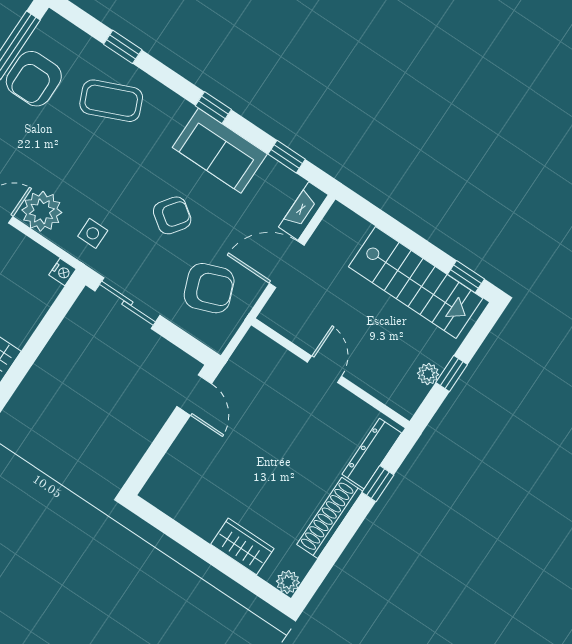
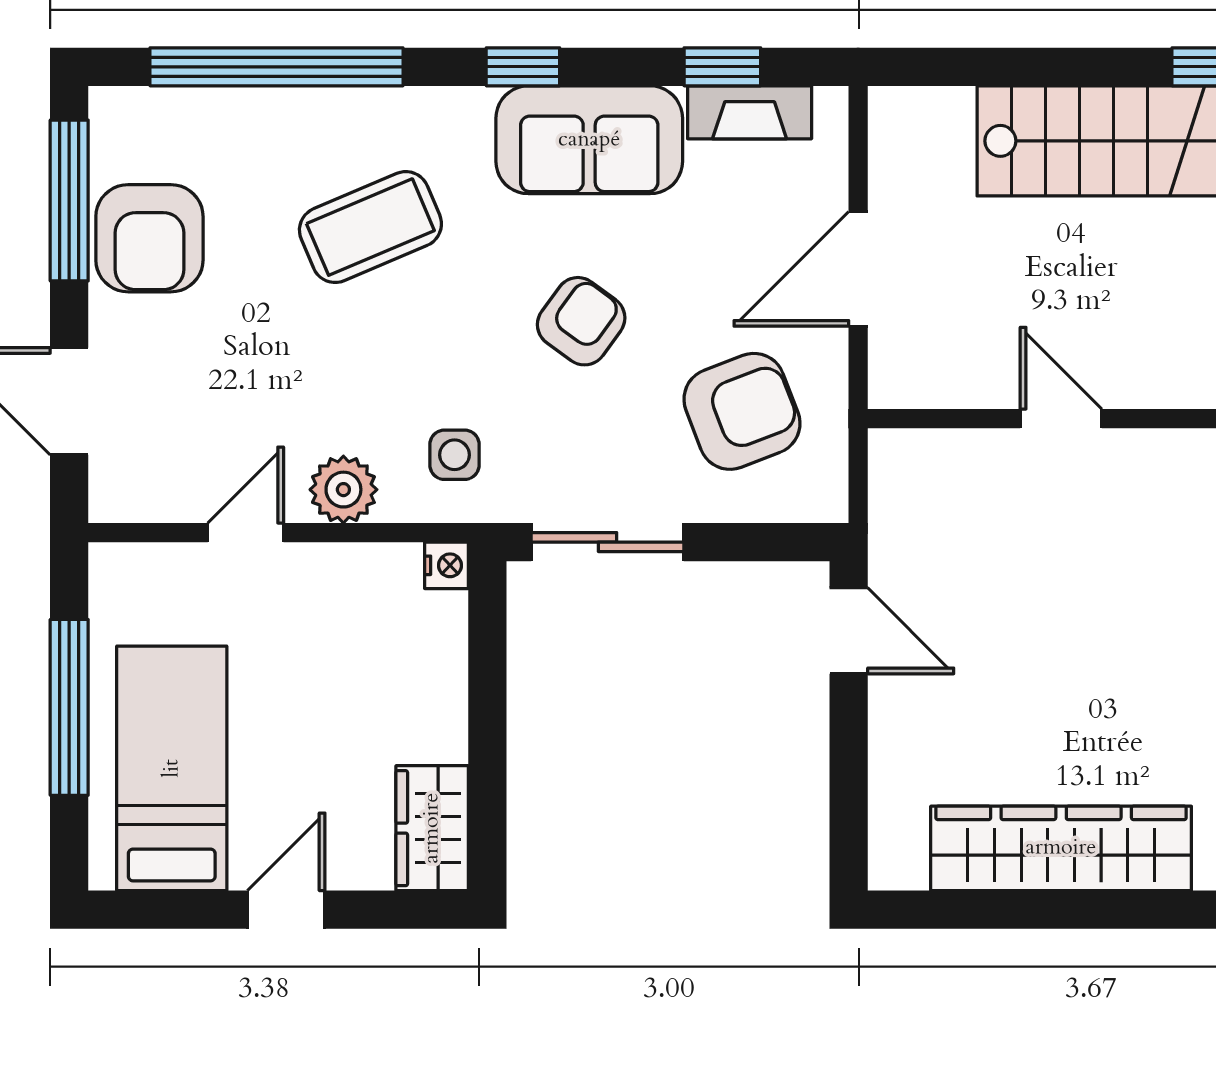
window: (123, 47) -> (277, 67), width x3.17
coffee table: (111, 101) -> (370, 227), moved
plant: (42, 211) -> (343, 490), width x0.73, depth x0.73
fireplace: (303, 211) -> (750, 112), moved, turned -90
wardrobe: (242, 546) -> (1061, 848), width x2.10, depth x1.17

